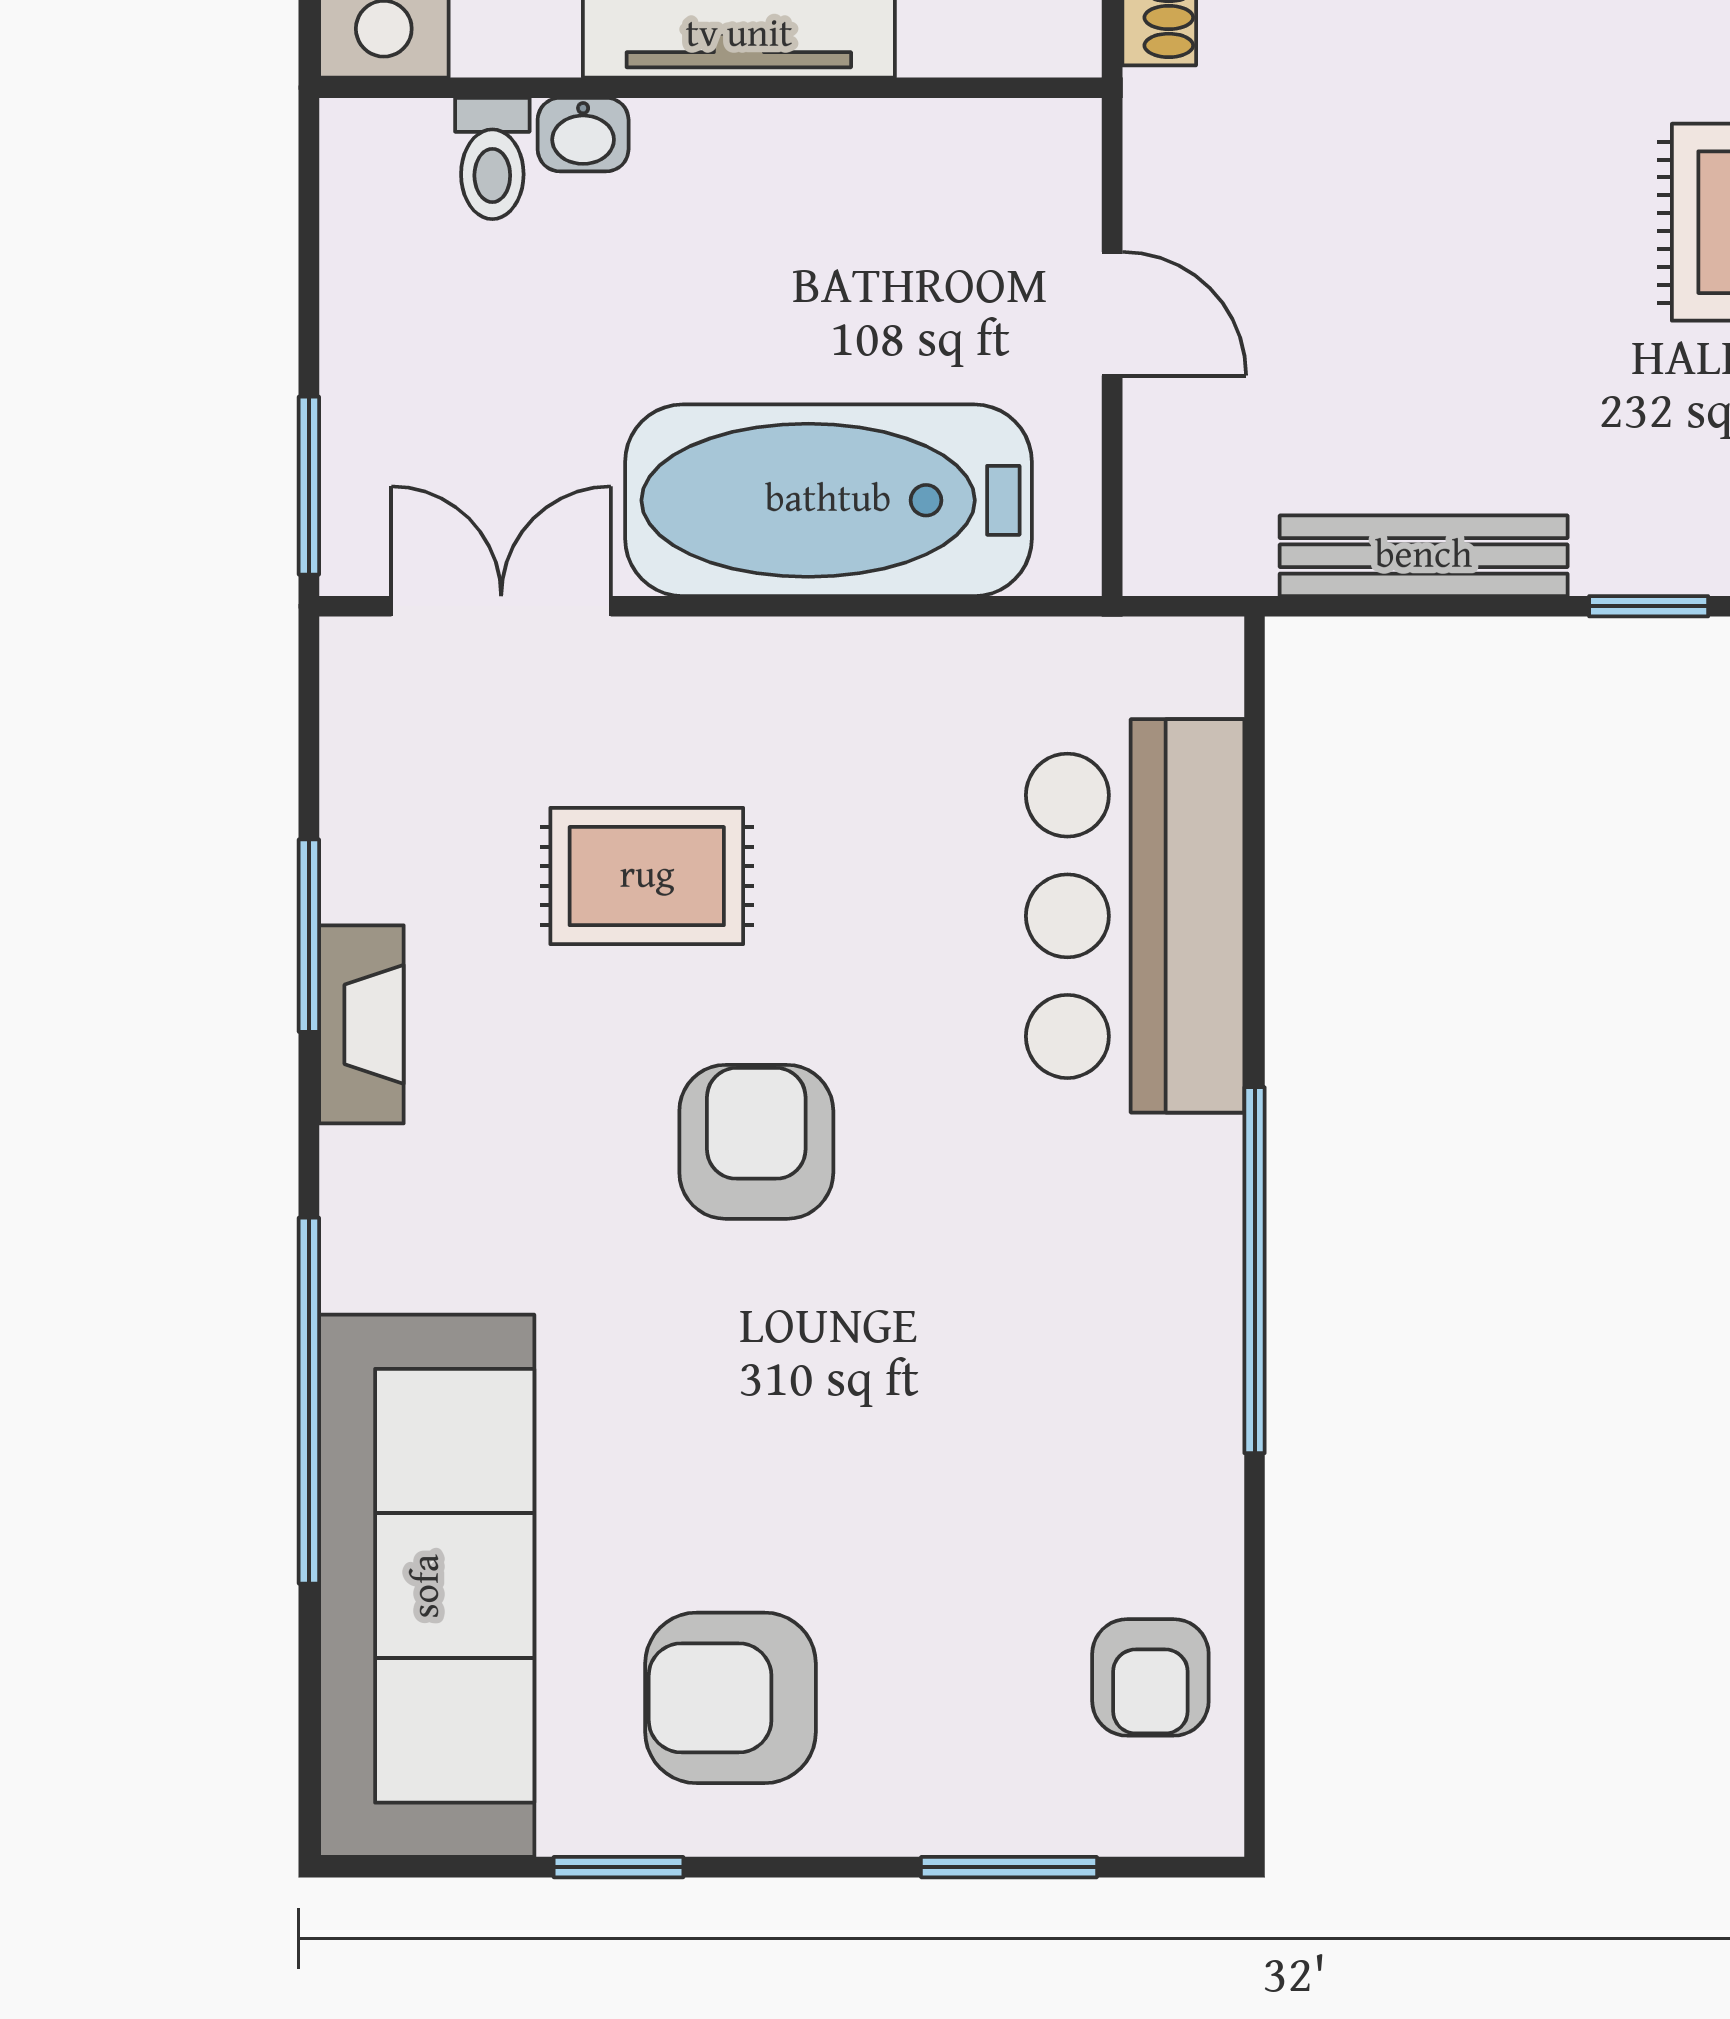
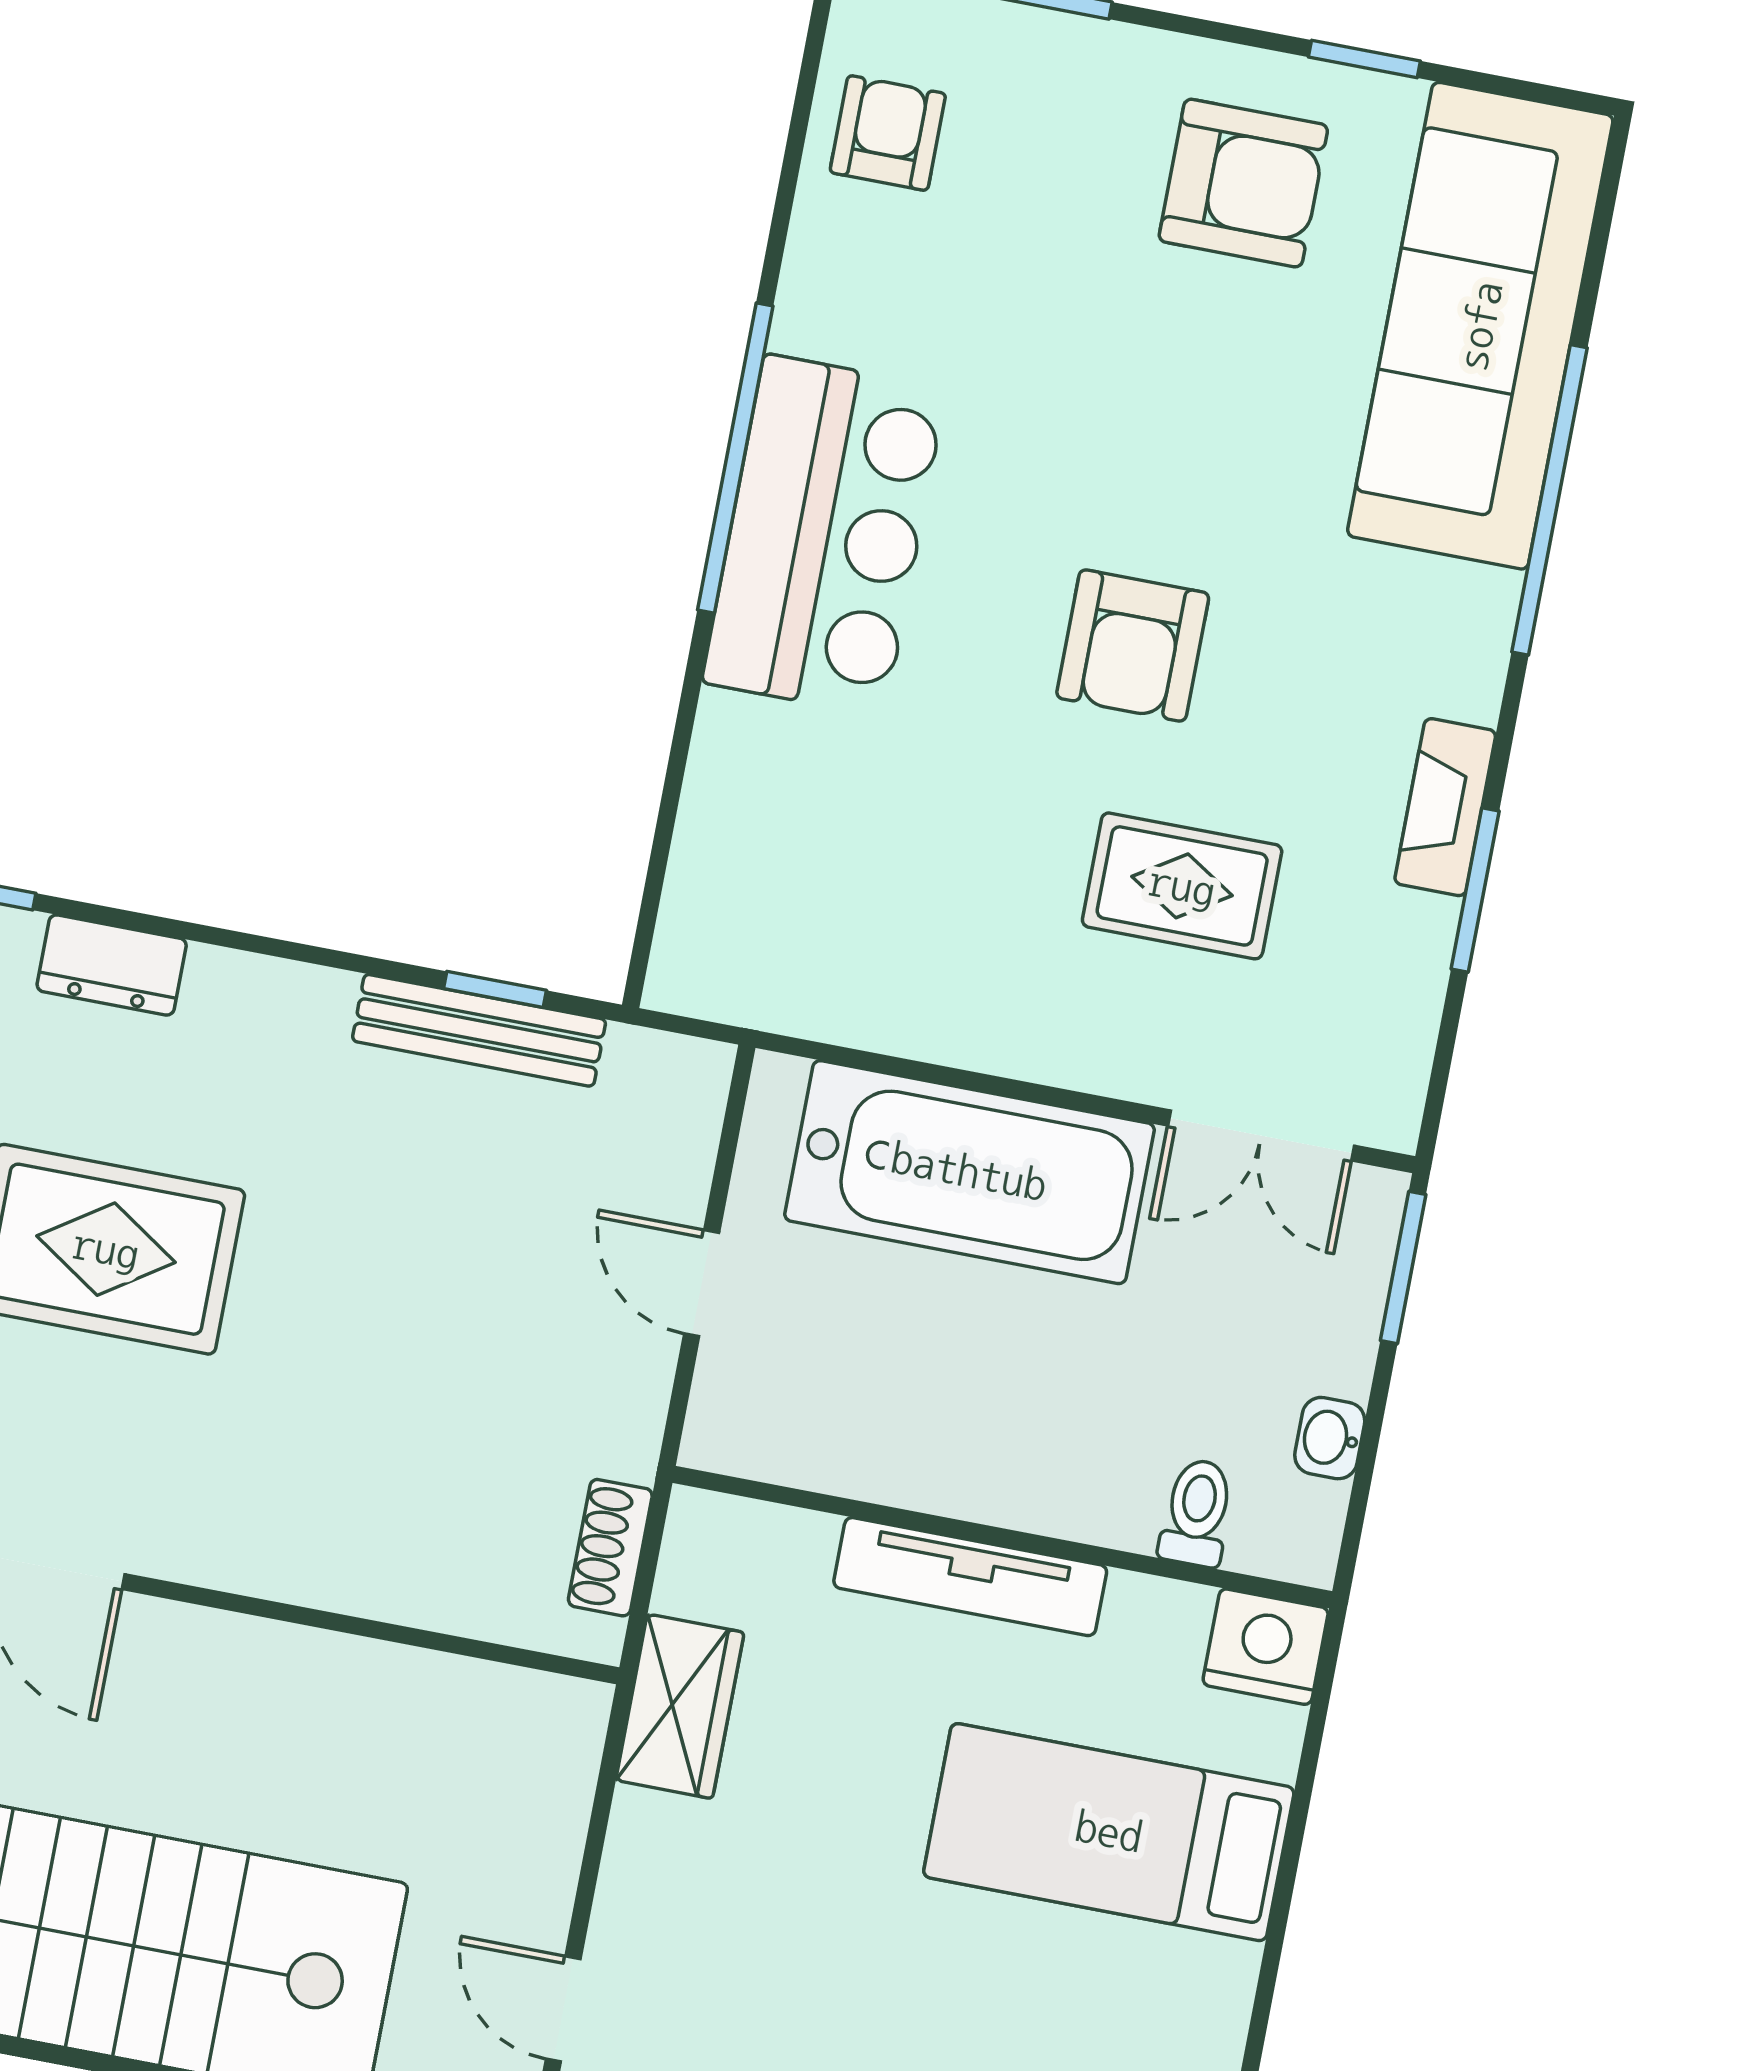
washbasin: (583, 135) -> (1330, 1438), moved, turned -90
window: (1649, 606) -> (495, 989), moved
bar counter: (1135, 916) -> (824, 535), moved

